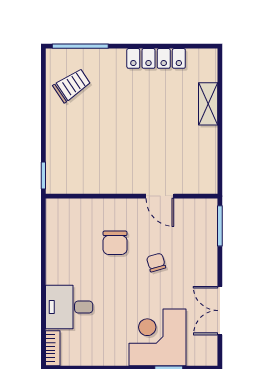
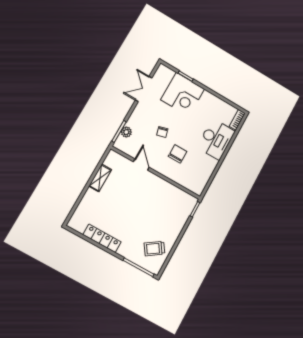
shelving: (208, 104) -> (100, 178), moved
plant: (209, 231) -> (126, 132), added
desk: (69, 307) -> (216, 139), width x1.37
double door: (220, 311) -> (144, 89), swing flipped

